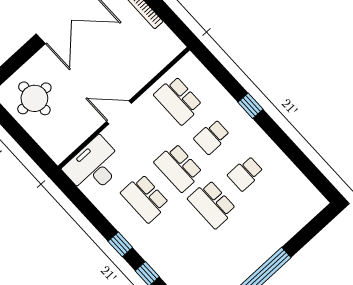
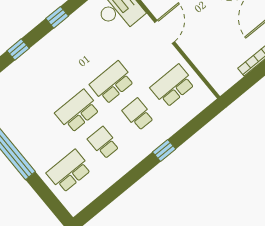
school desk: (145, 198) -> (69, 171), moved
window: (120, 244) -> (57, 17), moved

